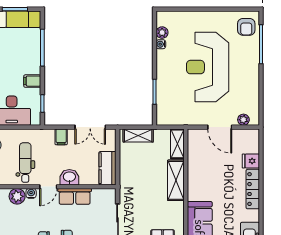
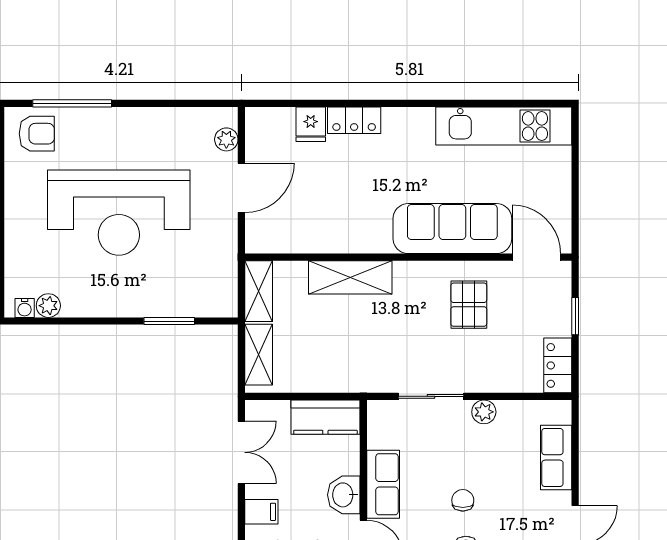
water cooler: (161, 44) -> (25, 308), moved
shelving: (177, 144) -> (259, 291), moved, turned 90
locker: (253, 189) -> (354, 120), width x0.66

